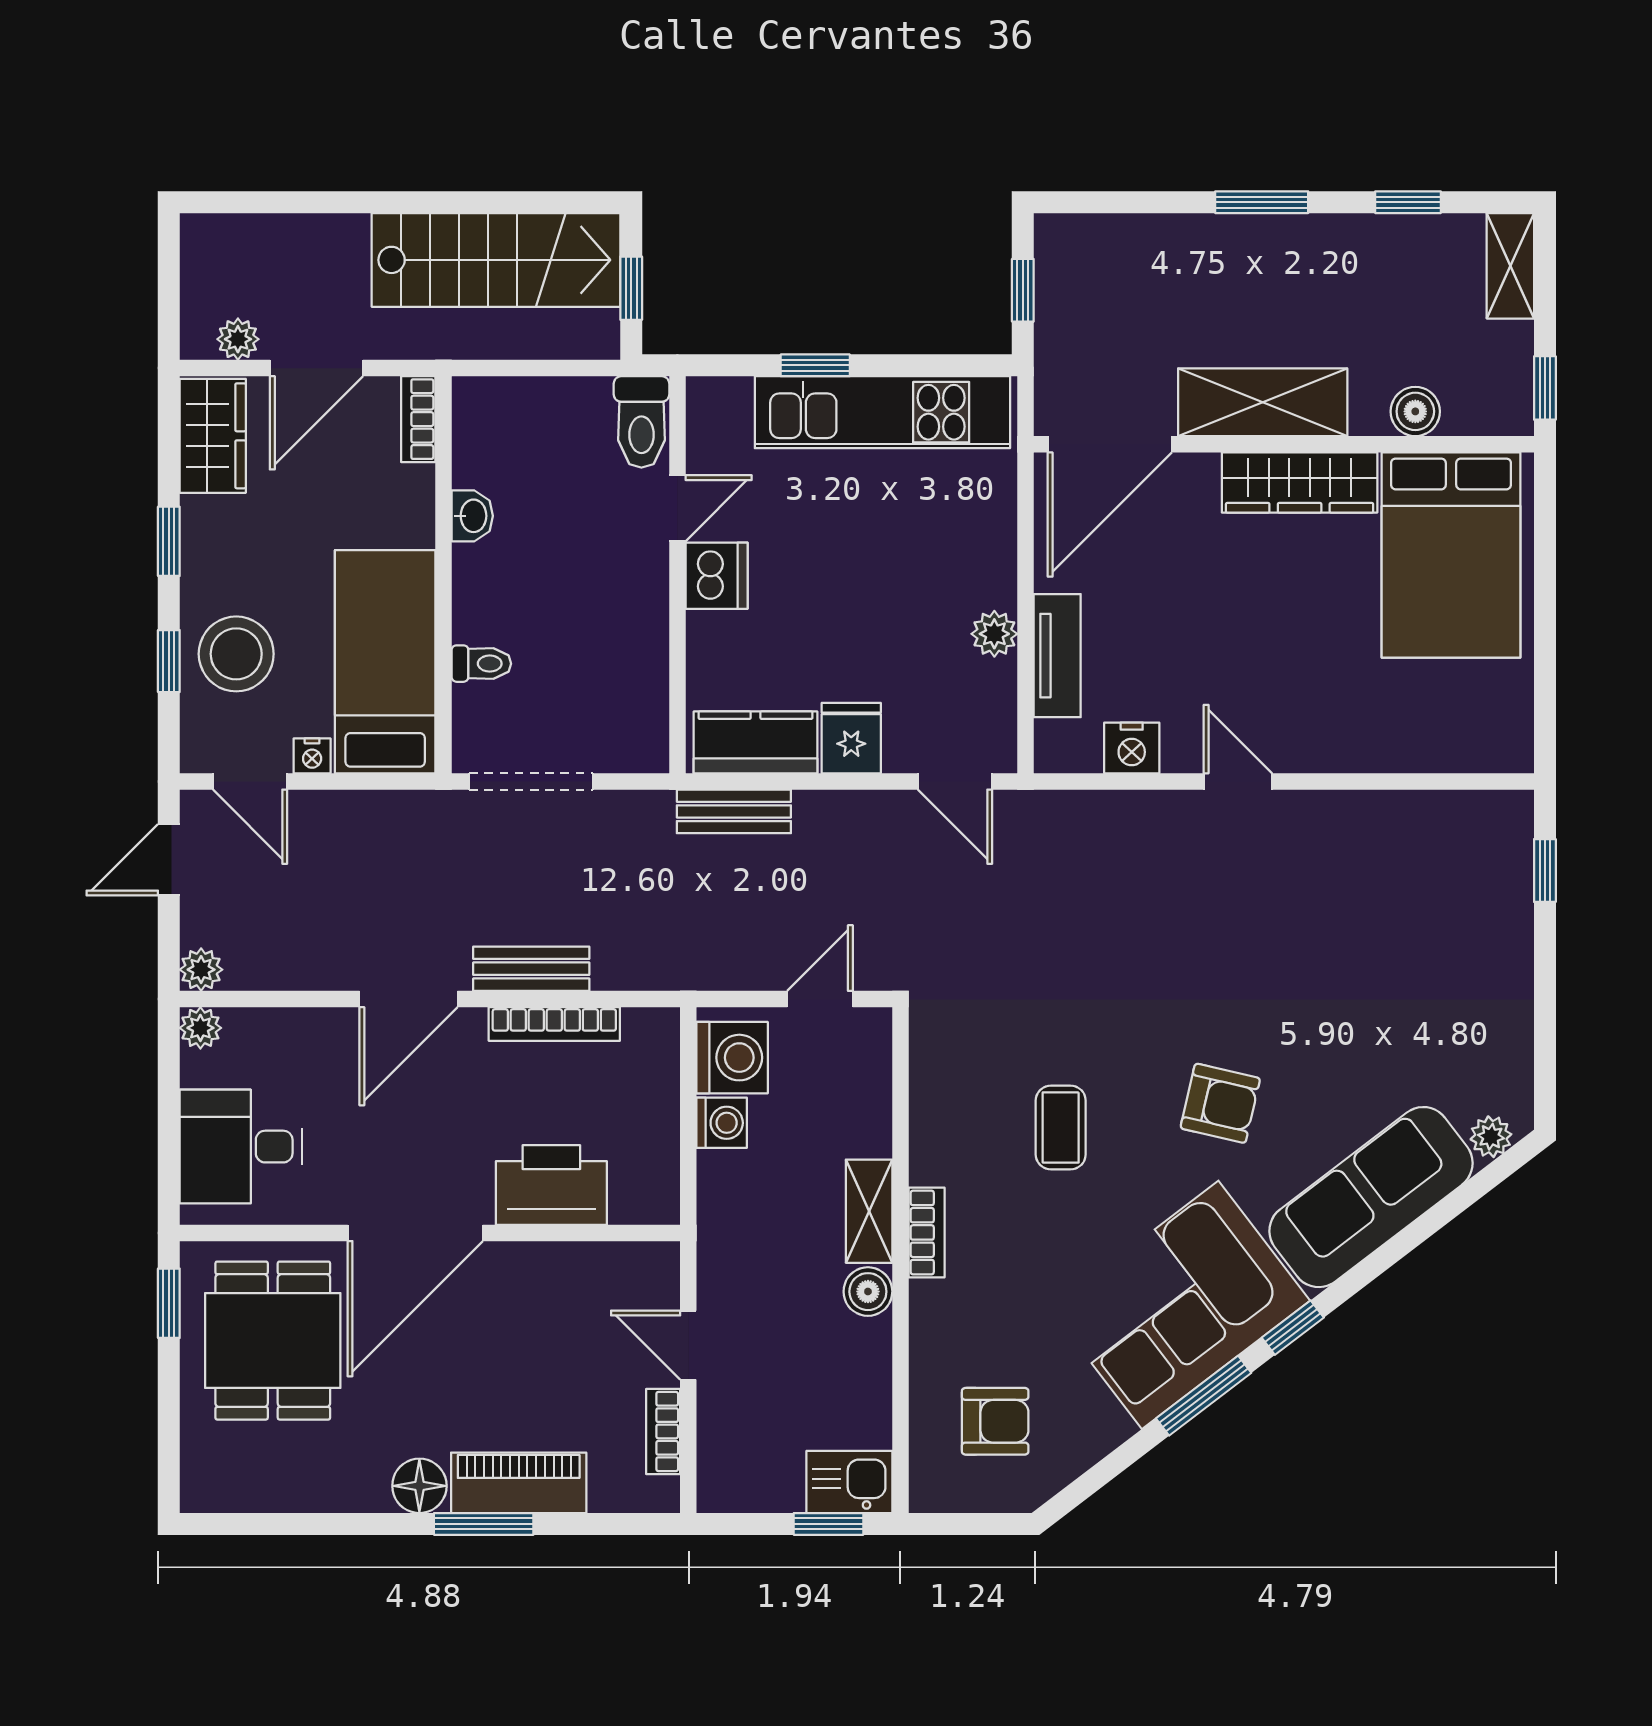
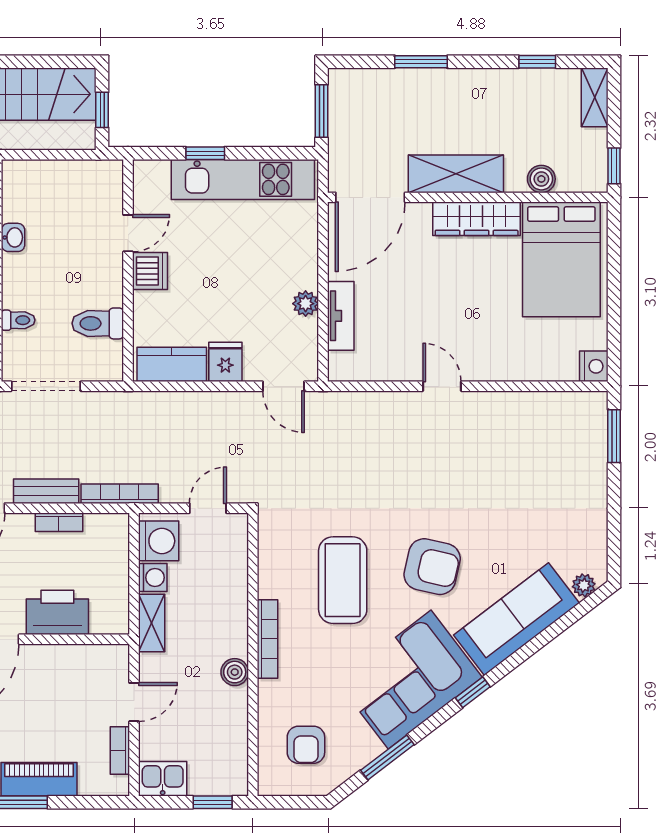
window: (1262, 202) -> (421, 62), moved
window: (1023, 290) -> (321, 111), width x1.50
toilet: (641, 422) -> (98, 323), moved, turned 90
nightstand: (1132, 748) -> (594, 366), moved, turned -90
bench: (734, 811) -> (160, 403), removed
window: (1545, 870) -> (614, 436), width x1.50
bookcase: (663, 973) -> (120, 494), added
bookcase: (554, 1024) -> (59, 522), width x0.64
armchair: (1220, 1103) -> (432, 567), width x1.38, depth x1.38
coffee table: (1061, 1127) -> (343, 580), width x1.86, depth x1.72
shelving: (869, 1211) -> (152, 623), moved
bookcase: (927, 1232) -> (268, 639), width x1.56
door: (688, 1345) -> (134, 702), swing flipped
window: (1204, 1396) -> (387, 757), moved
armchair: (995, 1421) -> (306, 745), turned 90
kitchen sink: (849, 1482) -> (163, 779), moved

